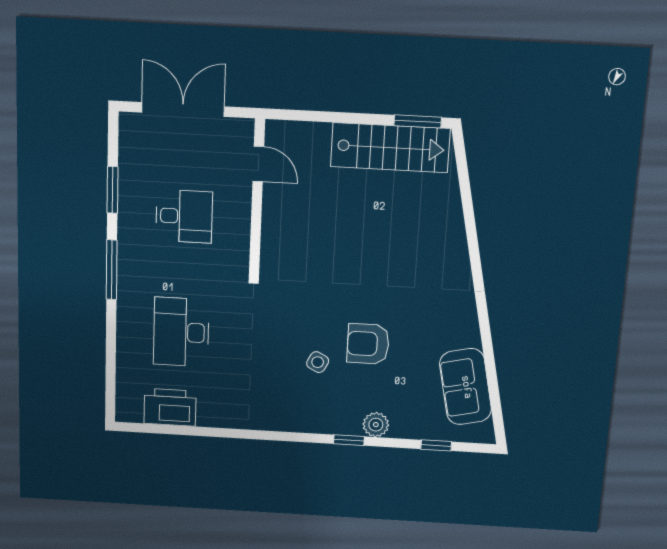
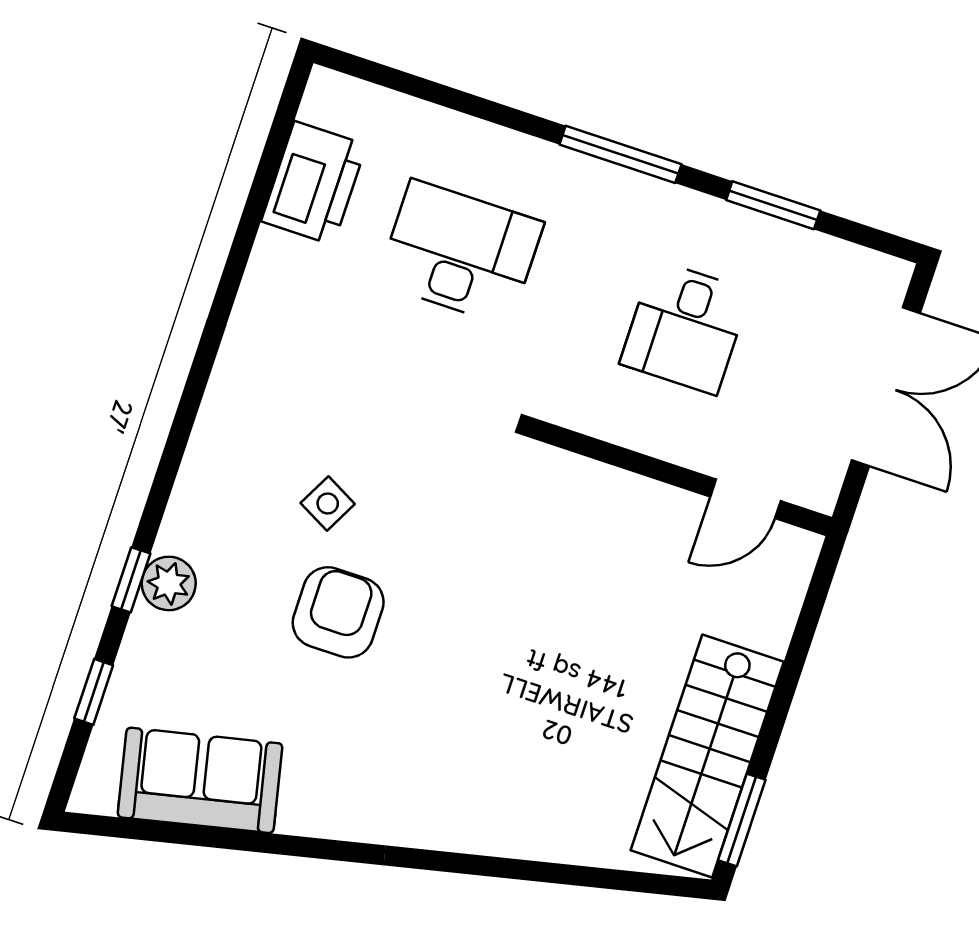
window: (349, 440) -> (131, 580), moved

